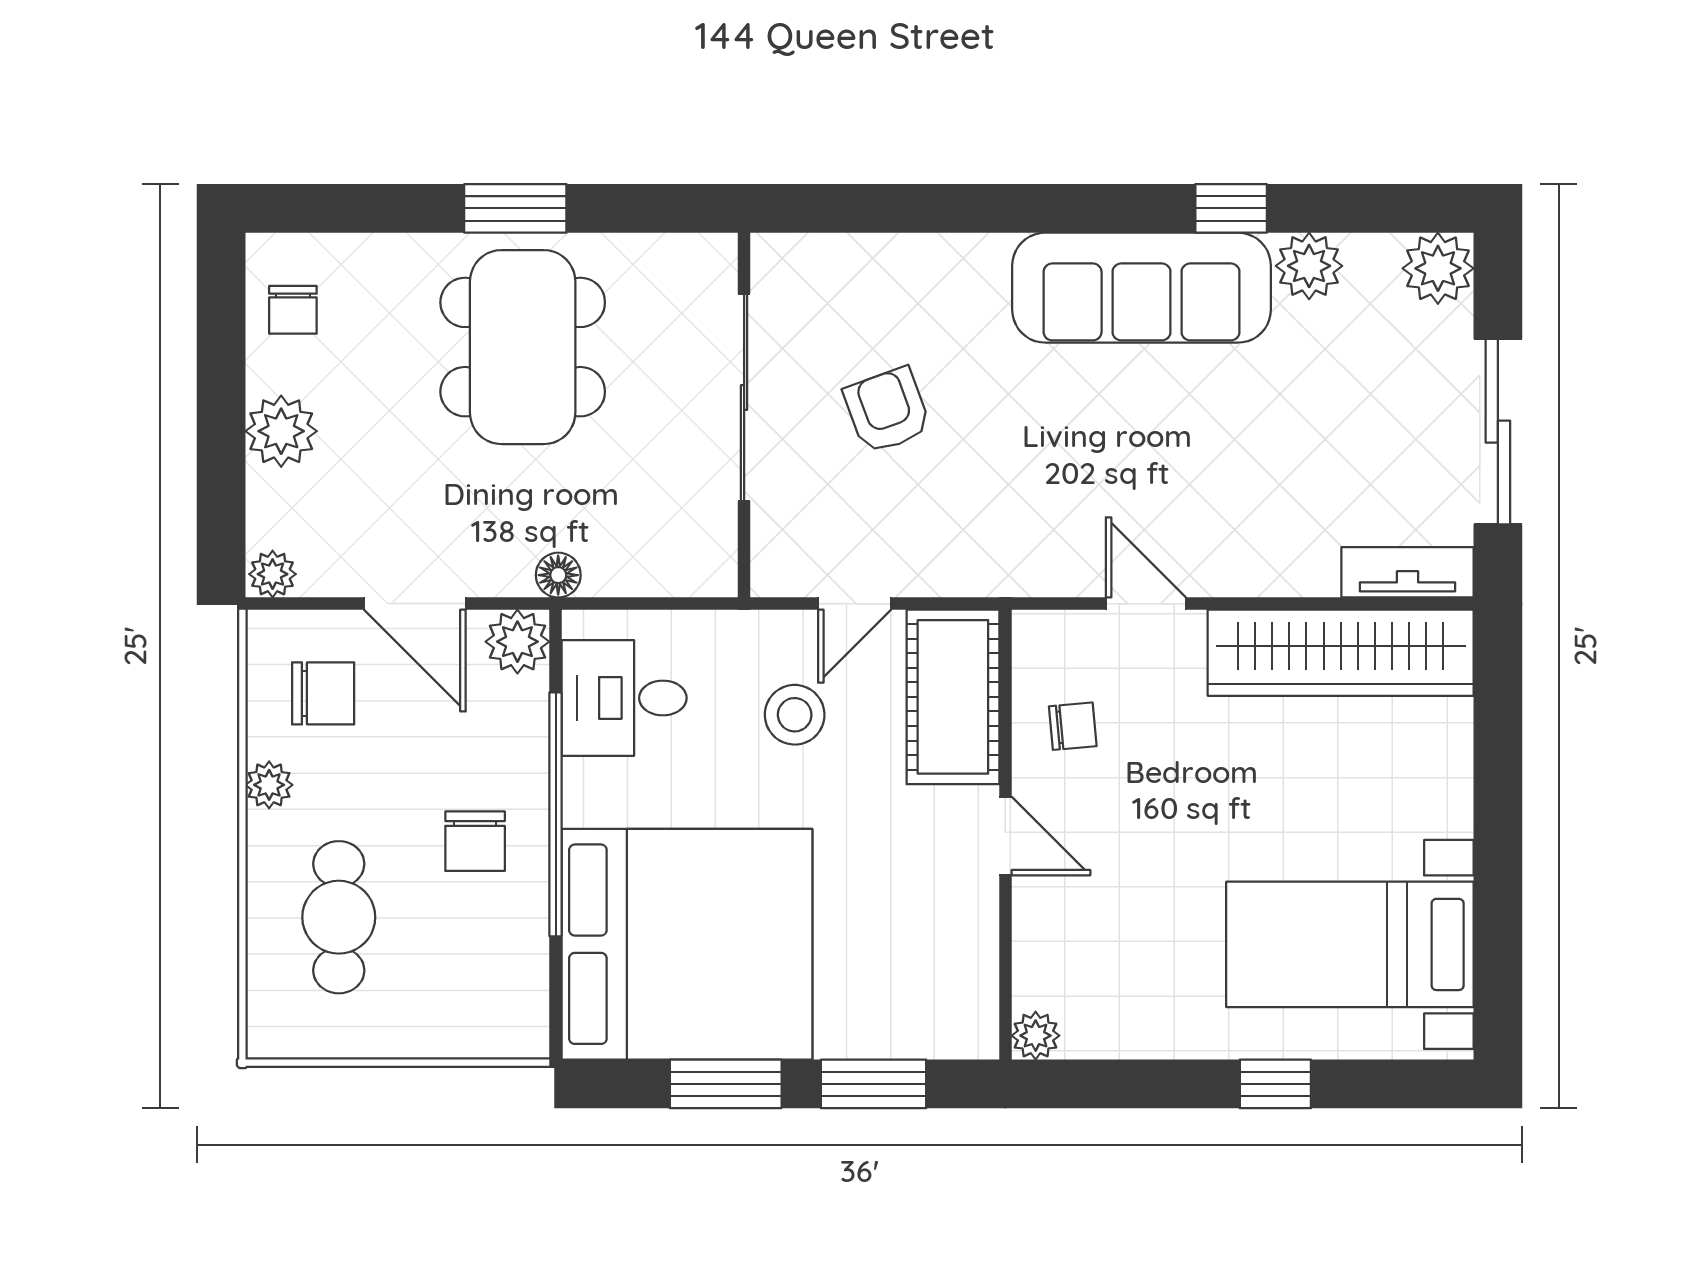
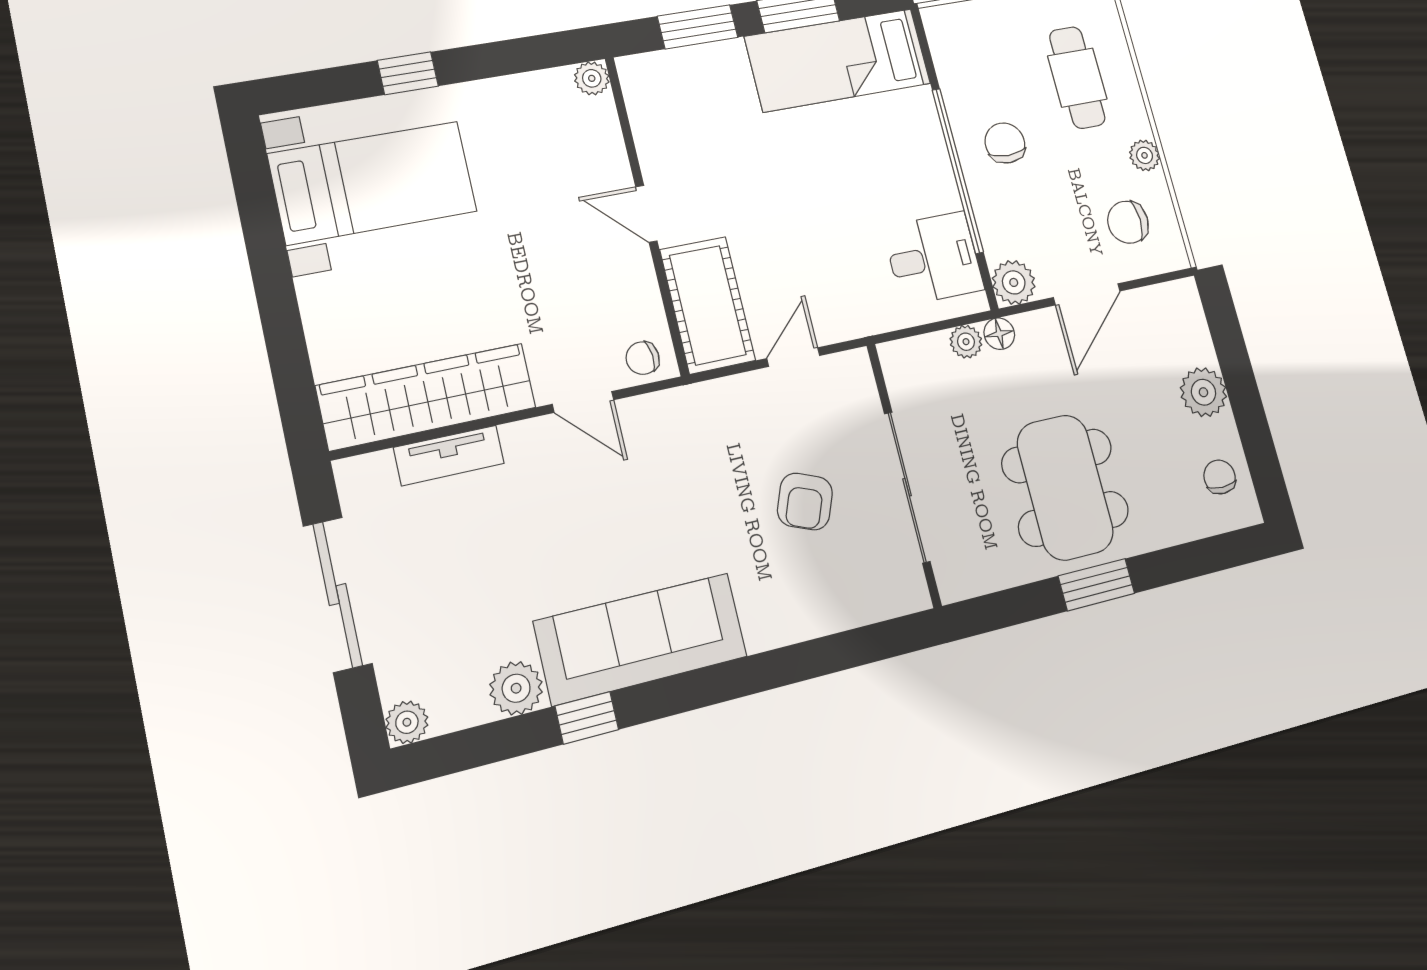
plant: (1438, 268) -> (407, 722), width x0.73, depth x0.73
armchair: (887, 410) -> (805, 502), turned 42
tv unit: (1408, 572) -> (449, 455), moved
plant: (273, 574) -> (966, 342), moved
door: (415, 604) -> (1087, 294), swing flipped
stool: (795, 715) -> (815, 270), removed
chair: (1073, 726) -> (643, 358), moved
bed: (687, 944) -> (838, 60), width x0.49

